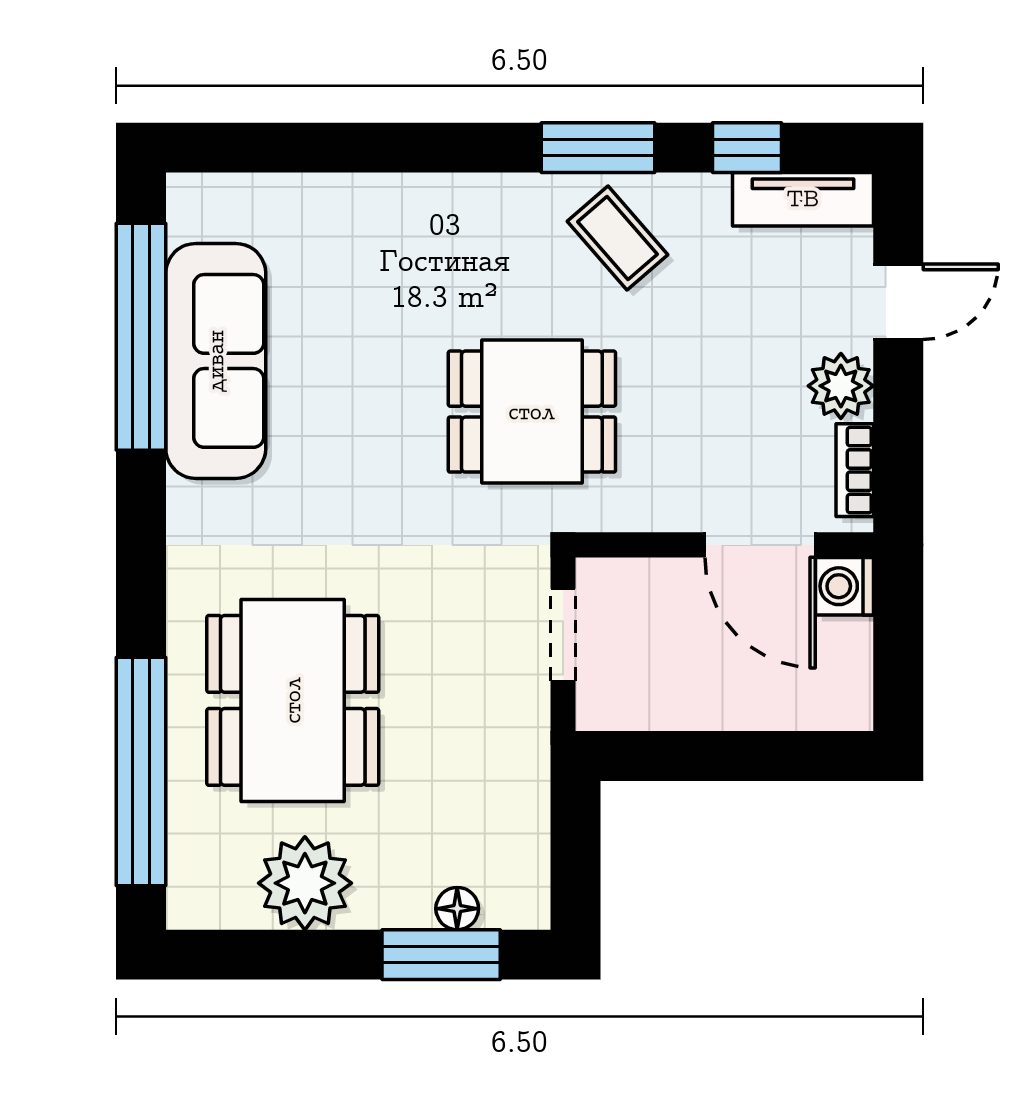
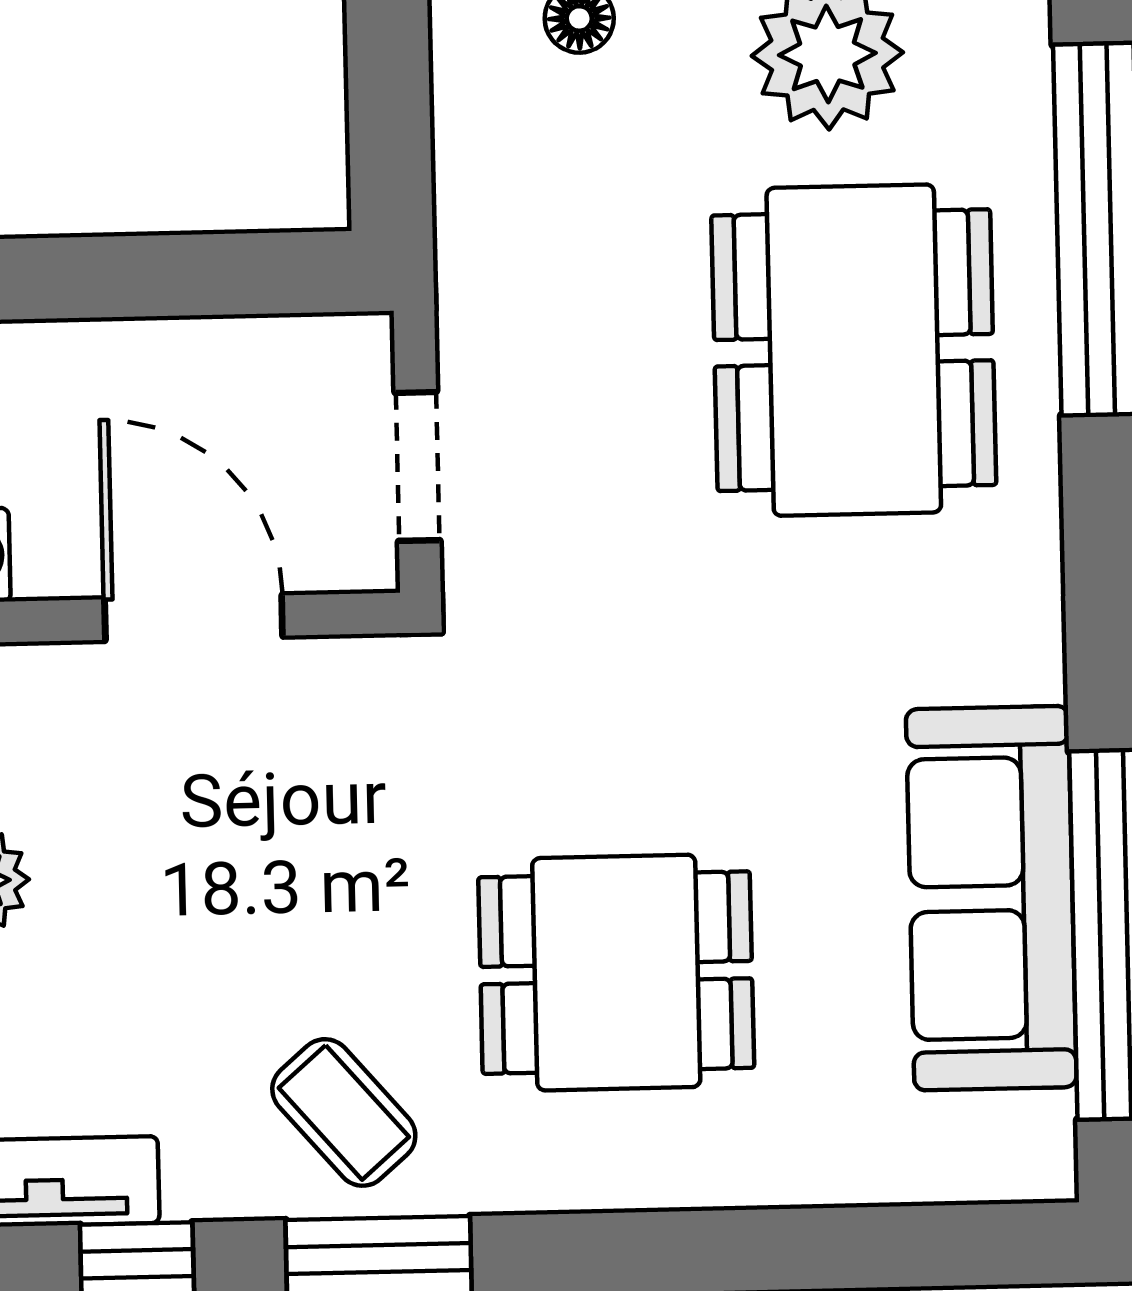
dining table: (532, 412) -> (616, 973), moved
door: (760, 545) -> (194, 618), moved

